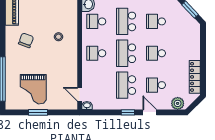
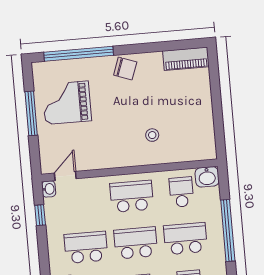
chair: (26, 40) -> (125, 69), moved
school desk: (96, 53) -> (132, 196), width x1.85
window: (38, 112) -> (31, 113), width x1.44
window: (128, 112) -> (40, 215), moved

